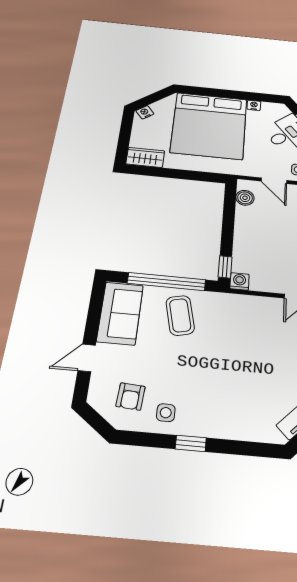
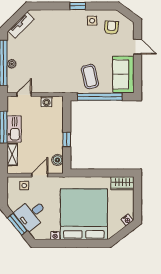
door: (274, 181) -> (40, 175), hinge flipped
window: (225, 267) -> (67, 140), moved
washing machine: (239, 281) -> (46, 101), moved
door: (87, 358) -> (138, 47), hinge flipped

